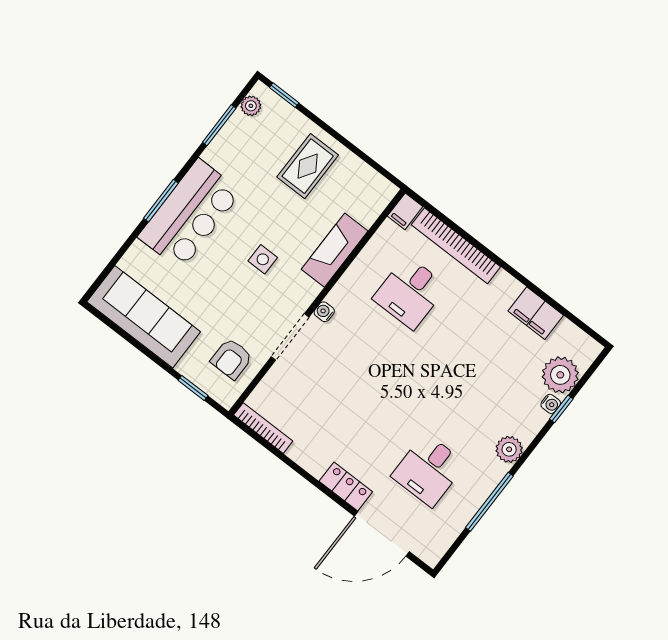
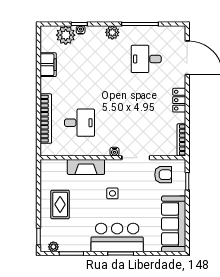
rug: (308, 166) -> (60, 204), turned 90
filing cabinet: (405, 211) -> (48, 150), removed
desk: (429, 470) -> (146, 59), turned 180
locker: (346, 486) -> (179, 100), moved

